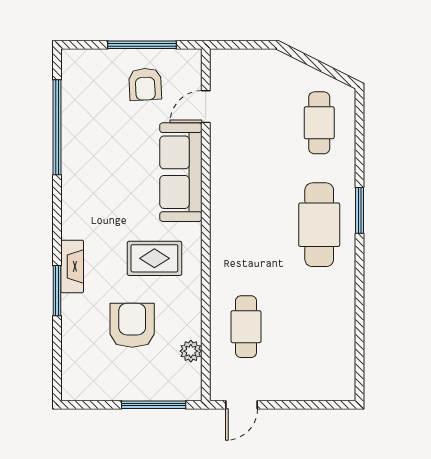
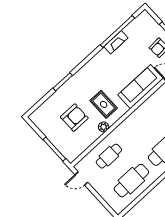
fireplace: (72, 266) -> (116, 42), moved
cafe table: (319, 327) -> (131, 181), added
plant: (191, 351) -> (104, 127), moved

